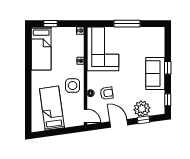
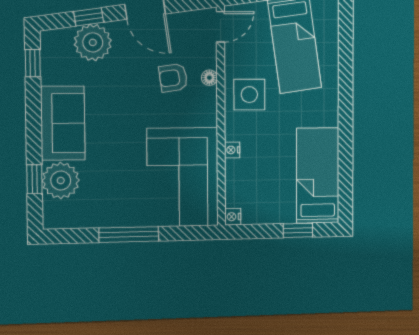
plant: (156, 48) -> (61, 181), added
window: (168, 68) -> (34, 179), moved
door: (85, 116) -> (220, 27), swing flipped

